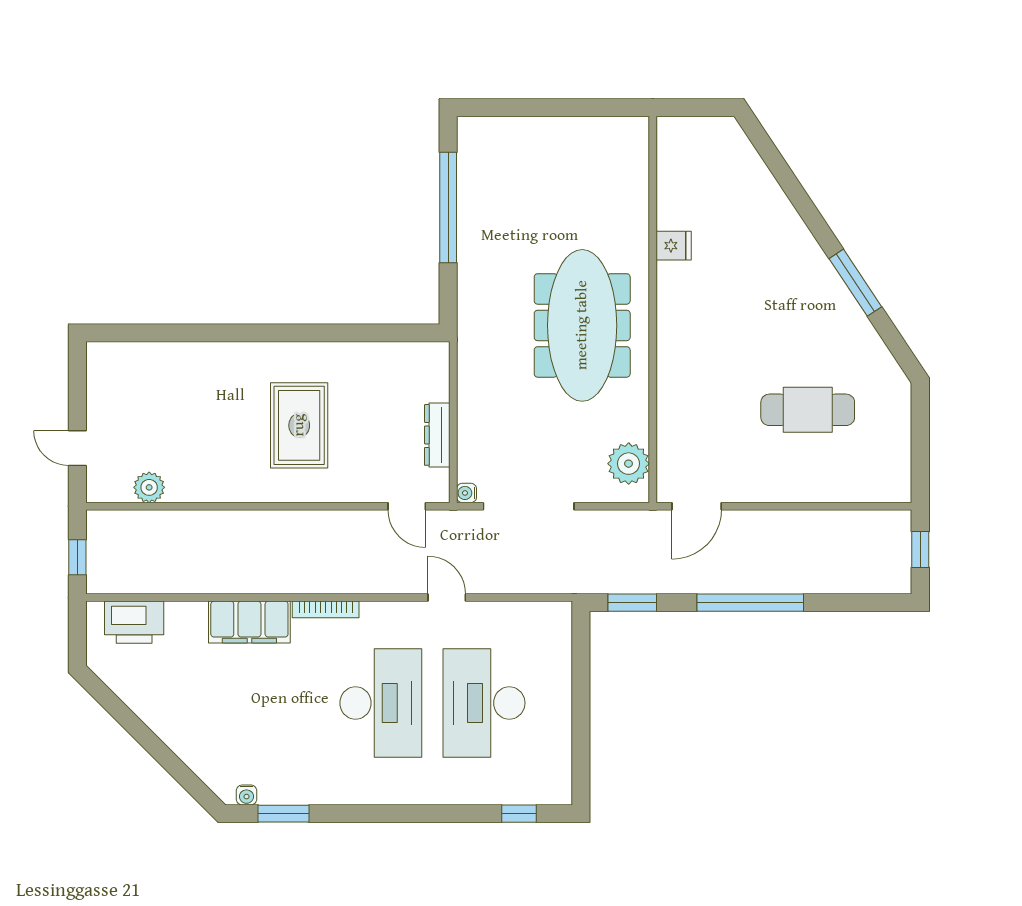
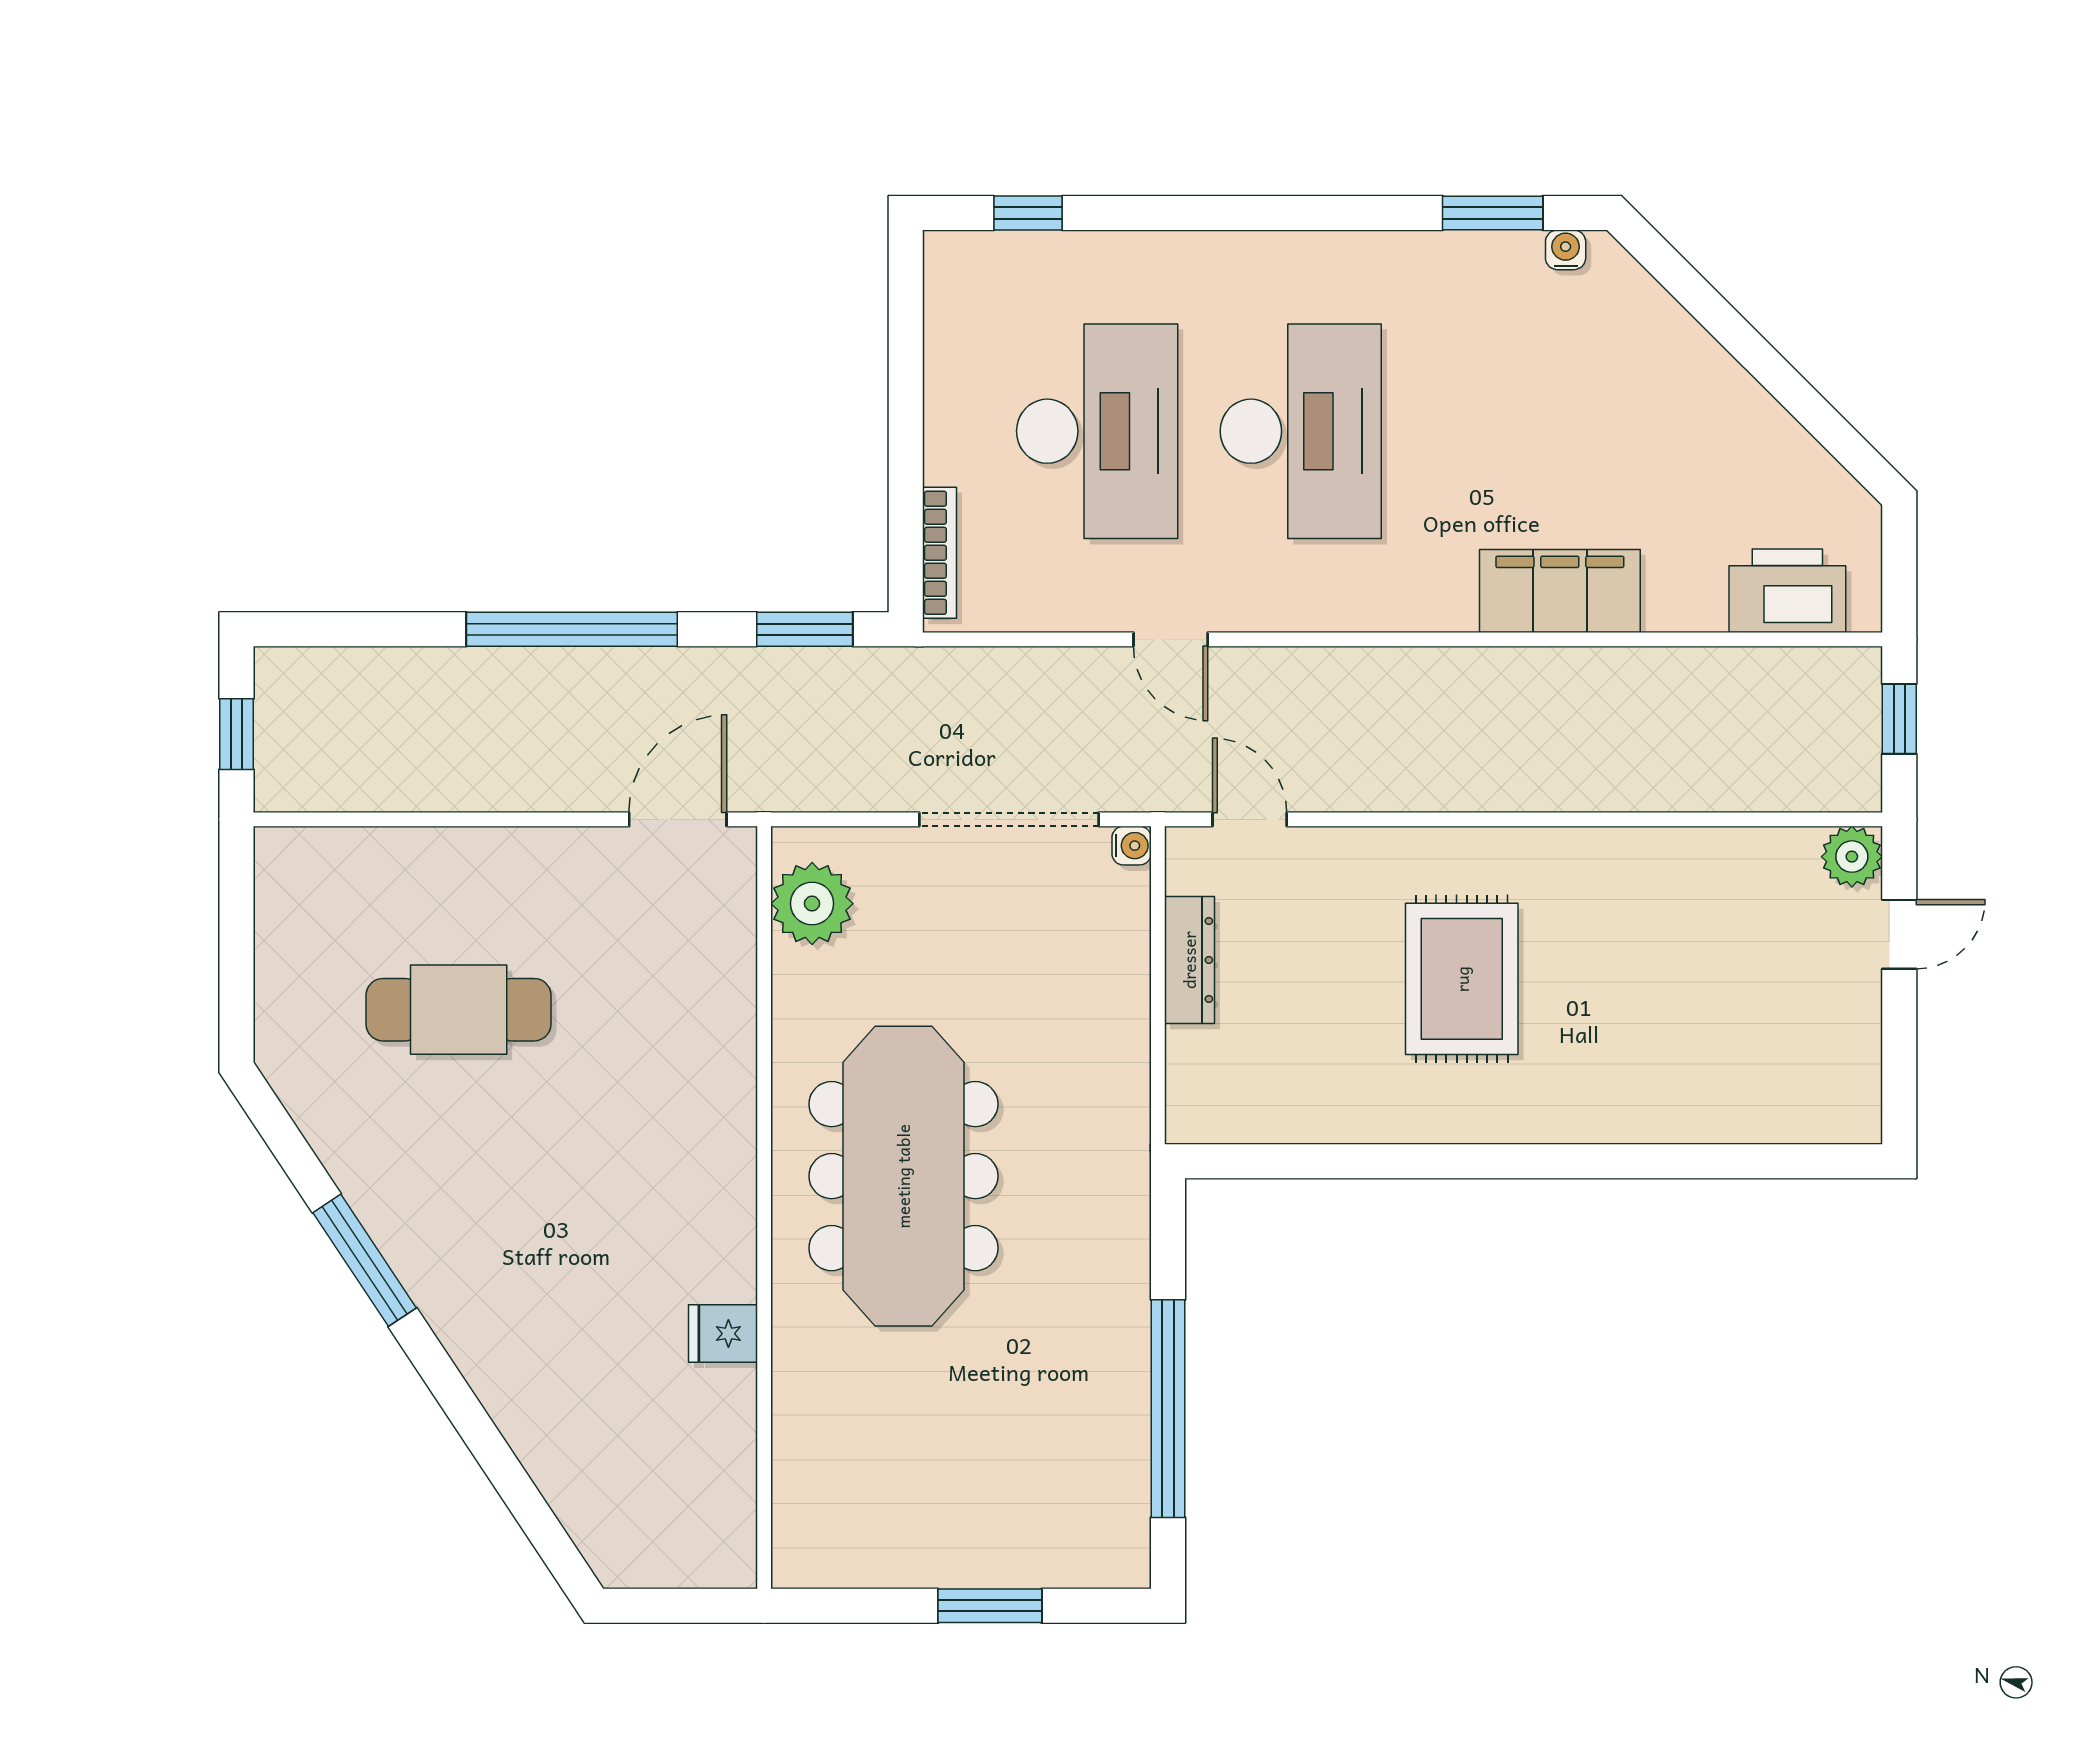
window: (538, 108) -> (990, 1606), added
door: (77, 448) -> (1899, 934), hinge flipped
plant: (149, 487) -> (1852, 857), moved
bookcase: (326, 609) -> (940, 553), moved, turned 90
desk: (381, 703) -> (1301, 431), turned 180

